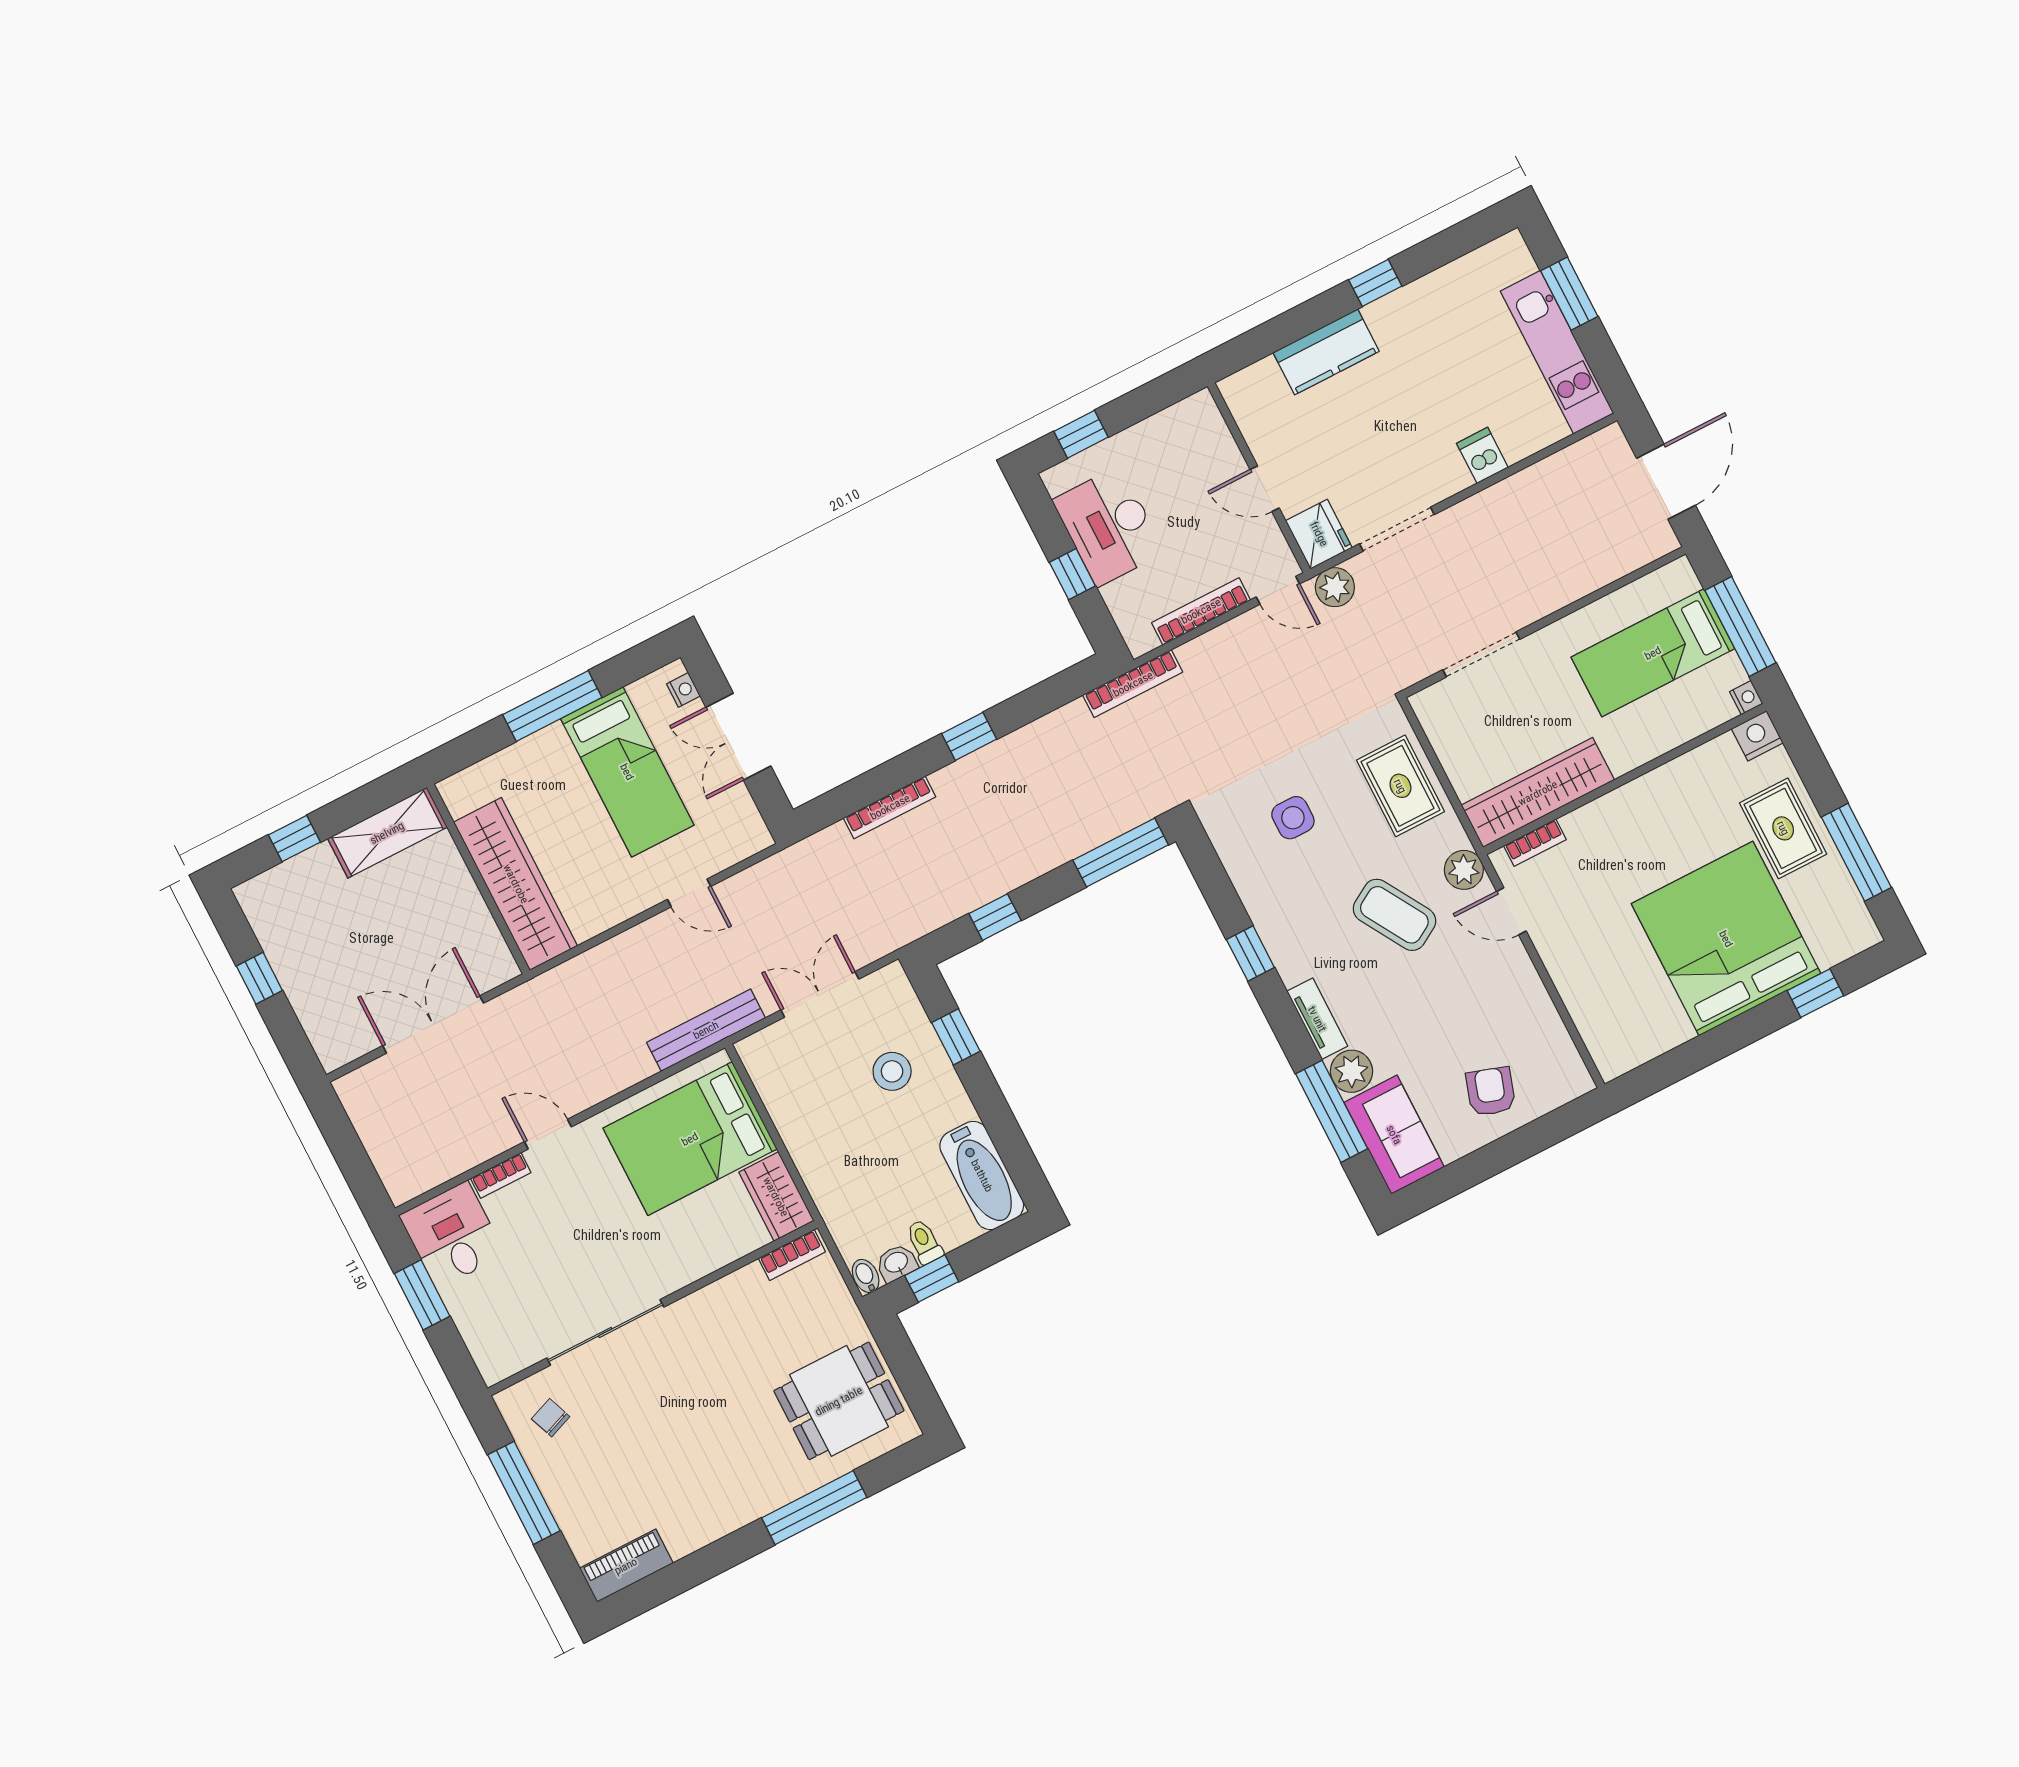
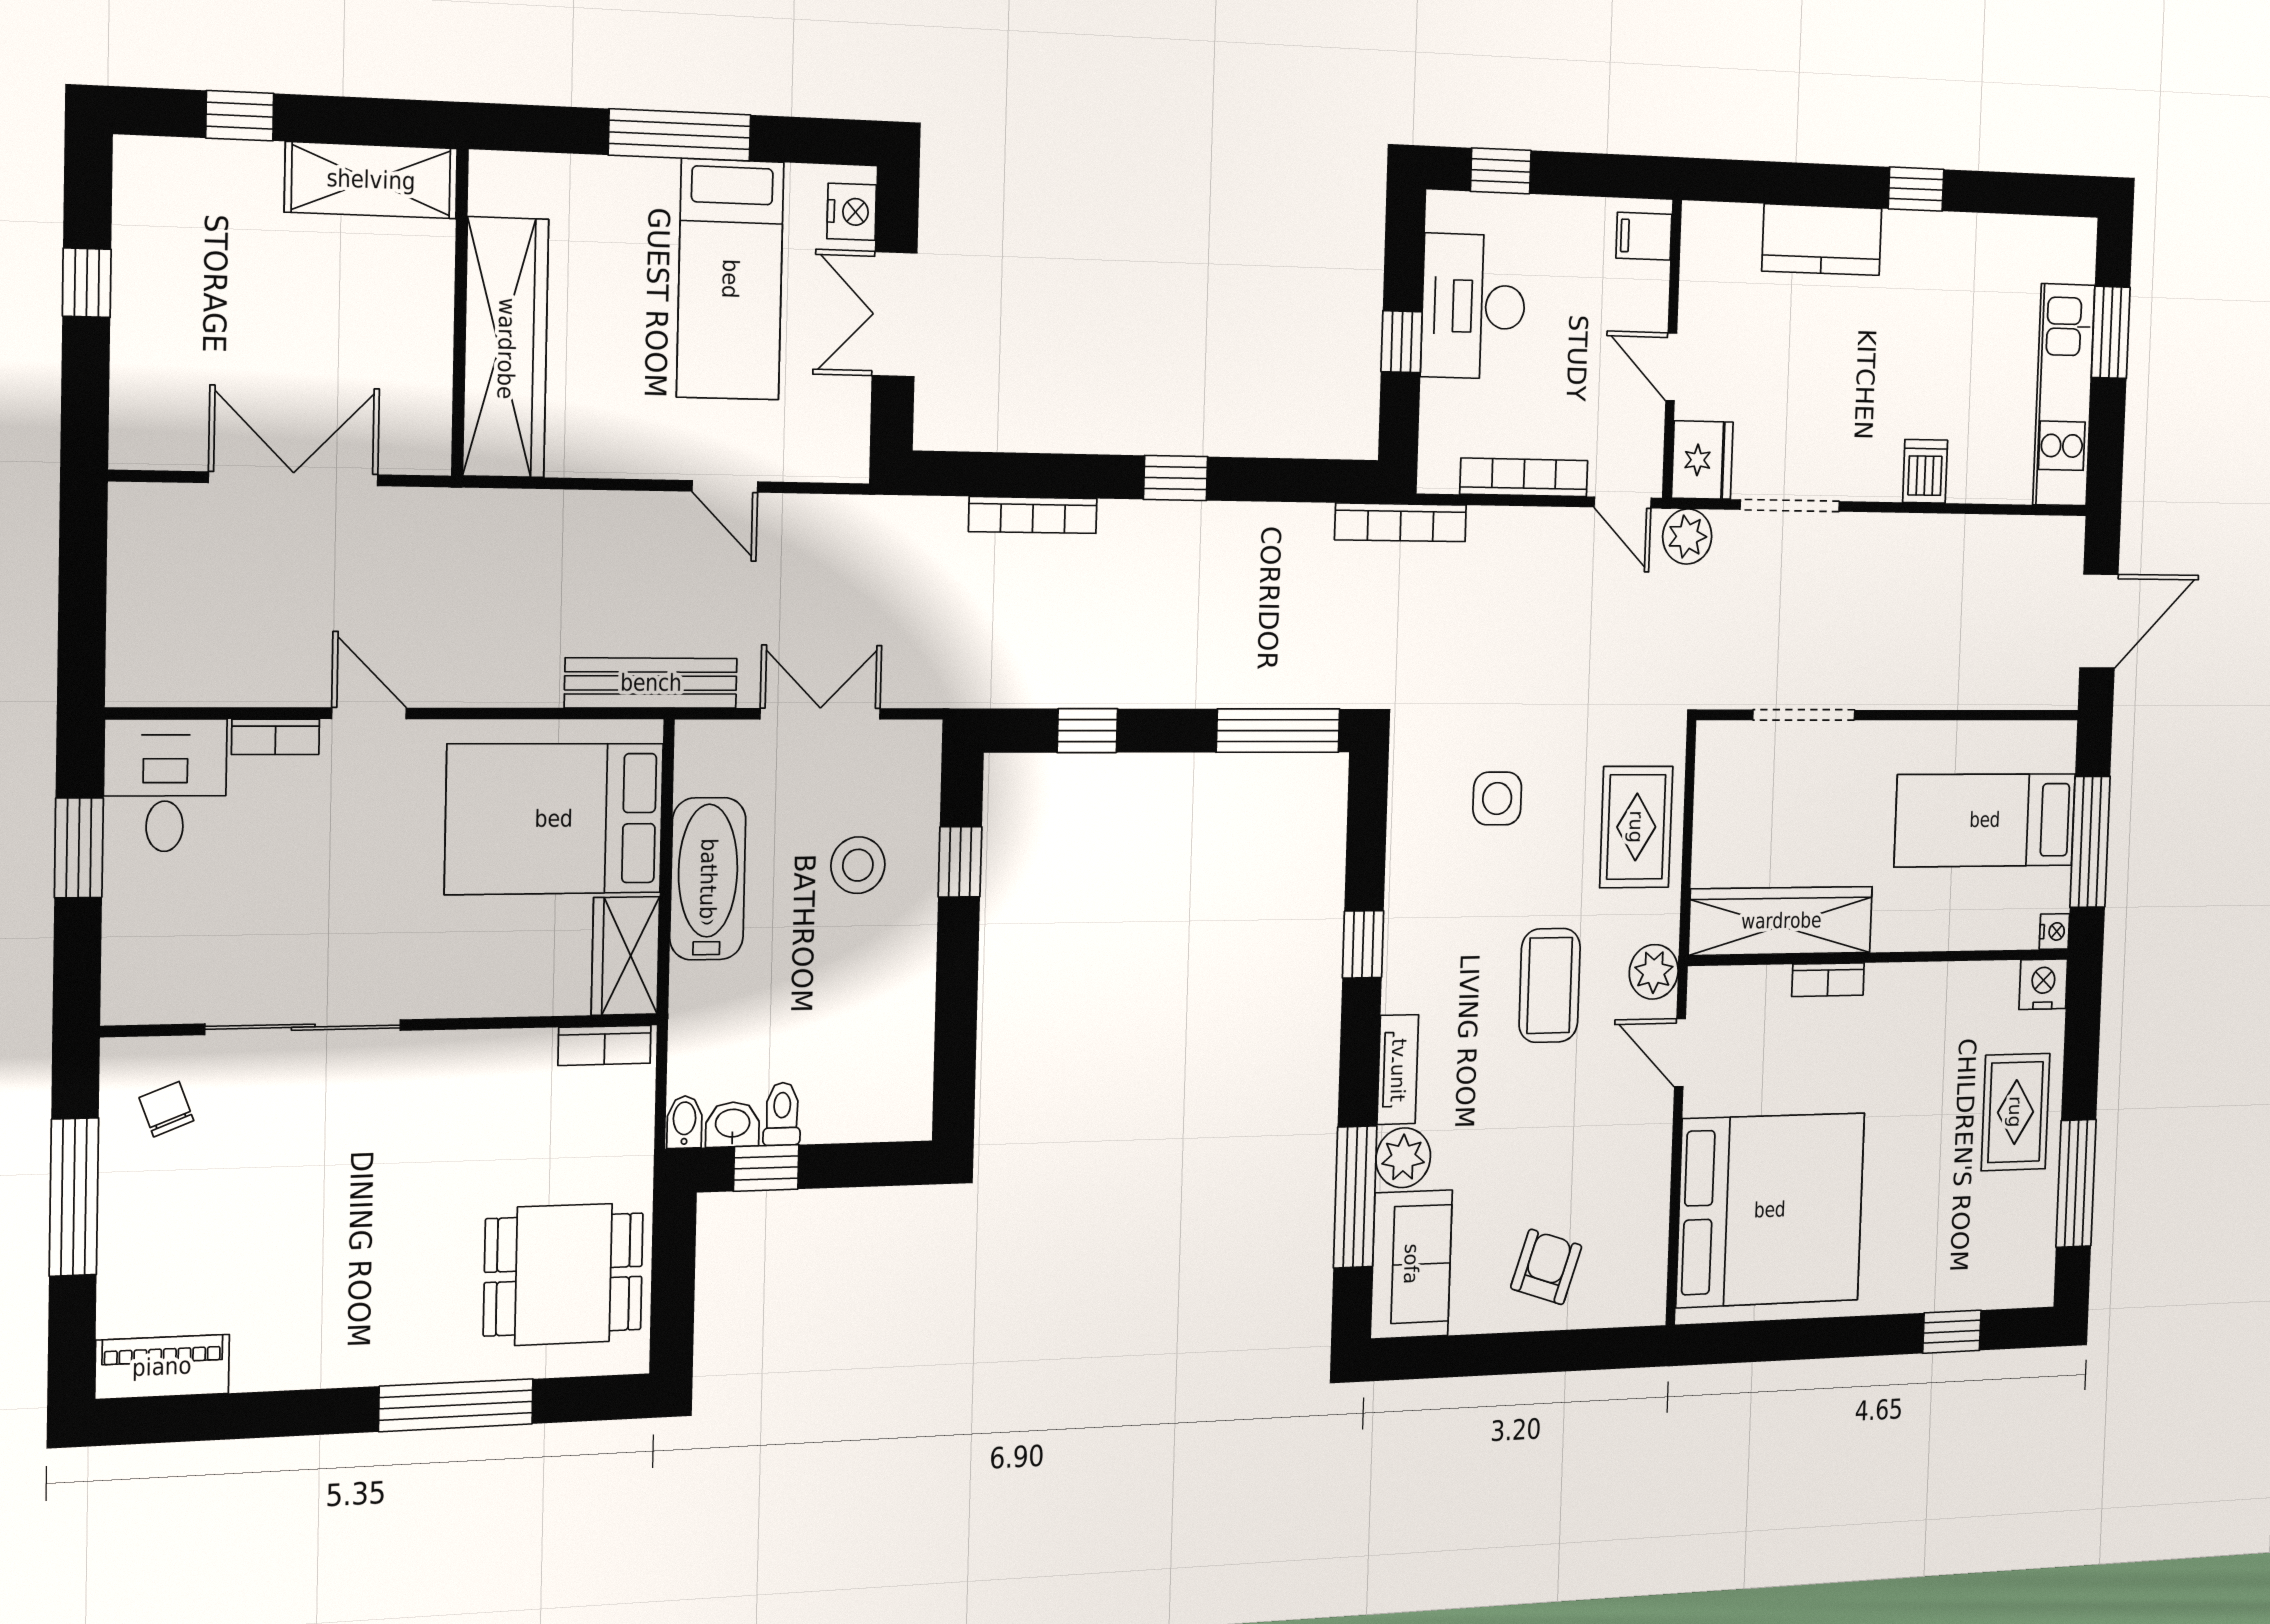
filing cabinet: (1201, 419) -> (1644, 236), added
nightstand: (683, 690) -> (852, 212), width x1.39, depth x1.35
bookcase: (1535, 843) -> (1828, 980), moved
coffee table: (1394, 915) -> (1550, 985), turned 31
bed: (1726, 939) -> (1770, 1210), moved, turned 90
bathtub: (982, 1176) -> (708, 879), moved, turned 180

